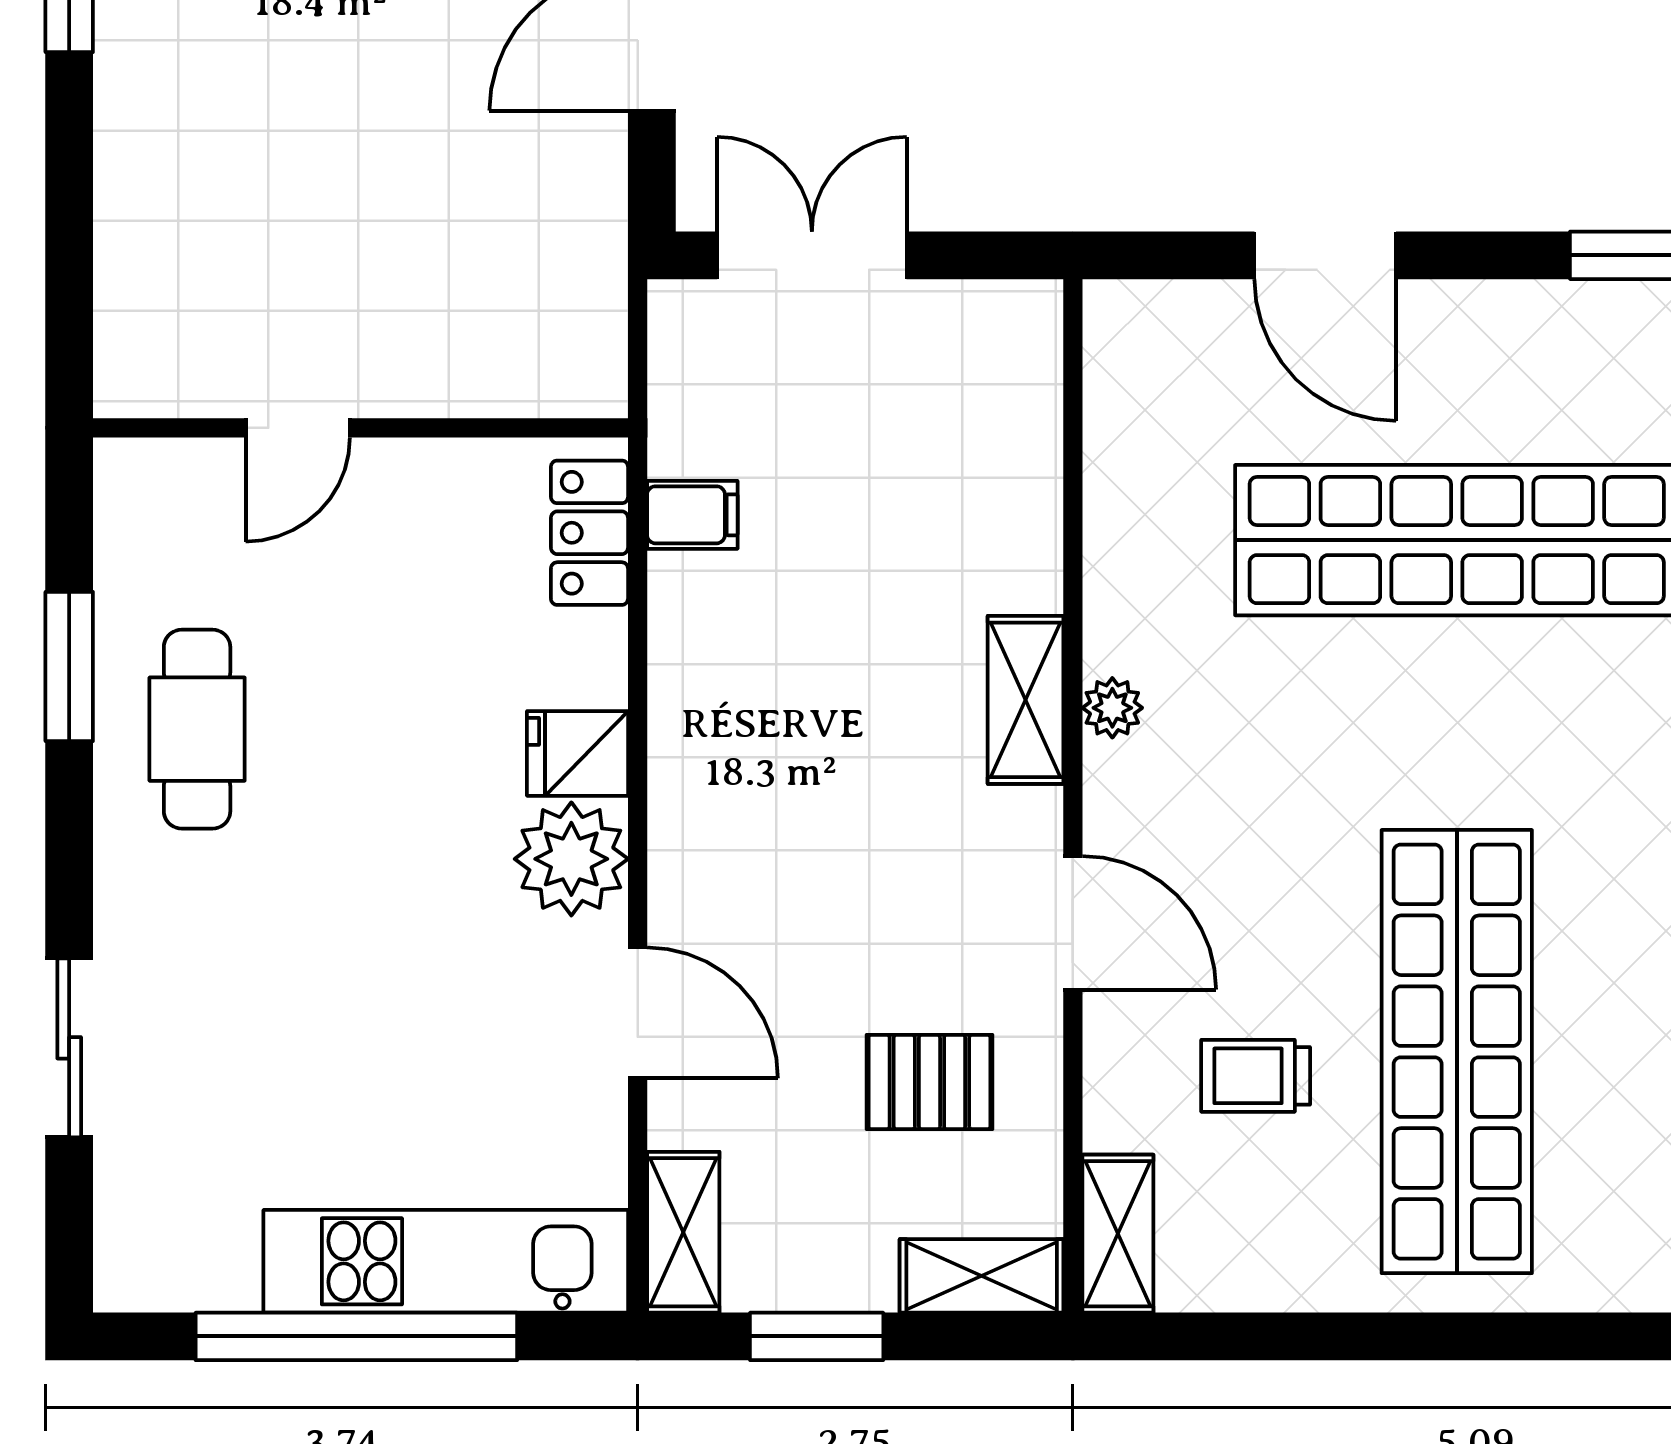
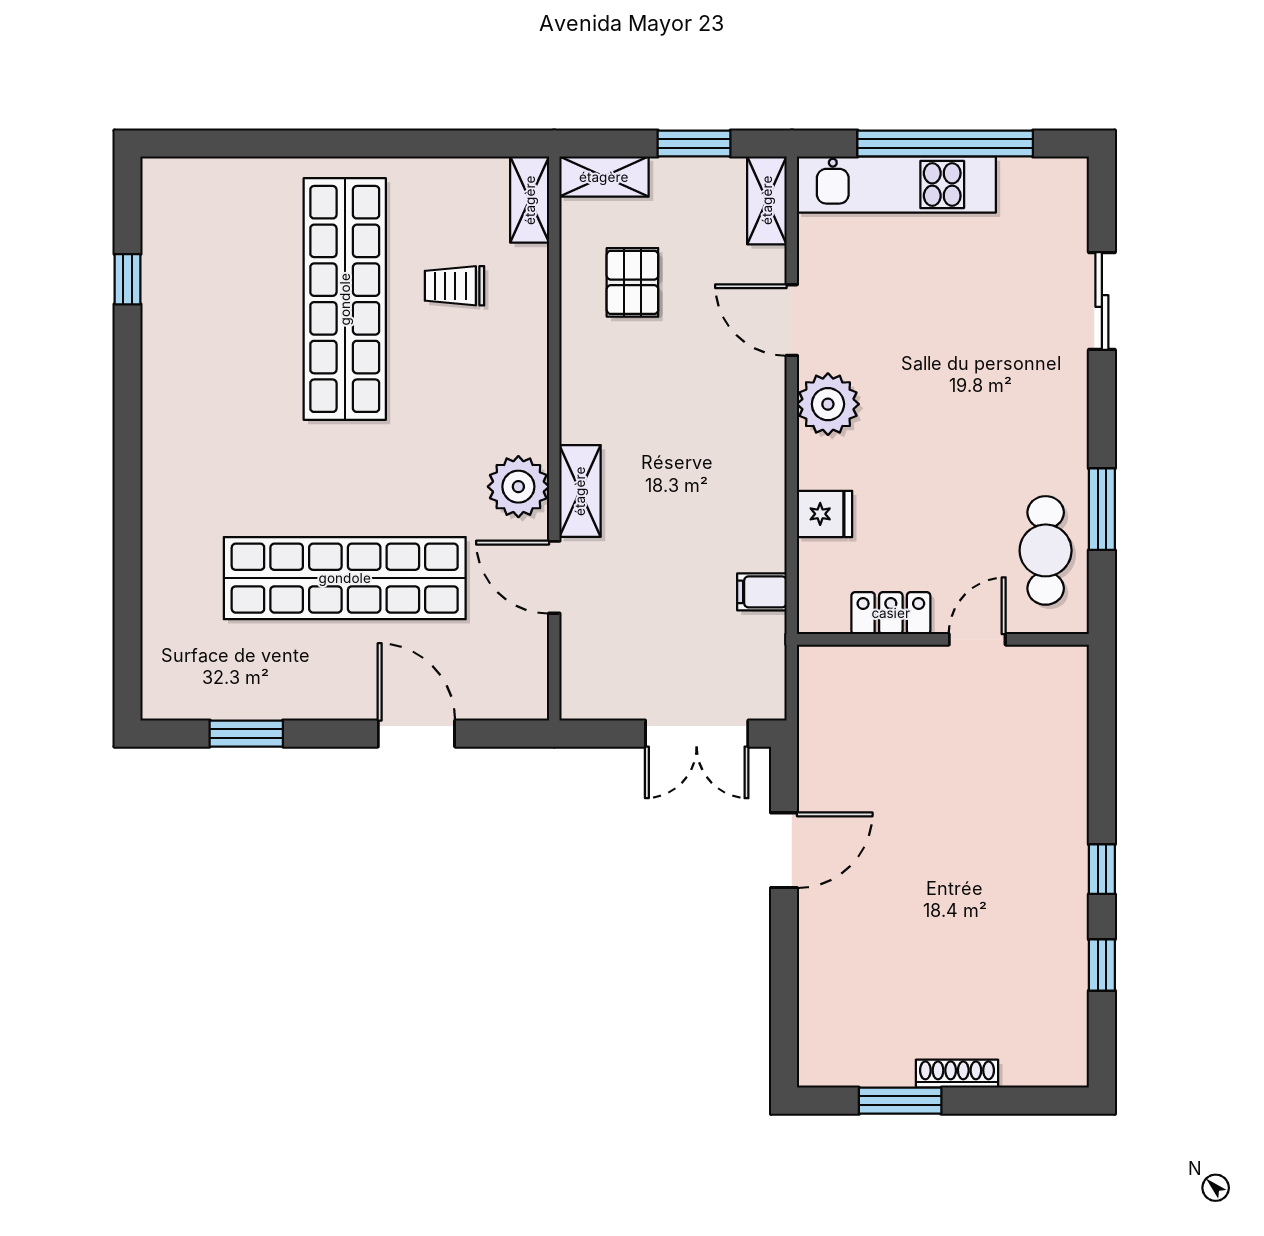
locker: (589, 533) -> (891, 613), moved, turned -90
plant: (1112, 708) -> (518, 487), width x1.87, depth x1.87
cafe table: (197, 729) -> (1046, 550), moved
fridge: (577, 753) -> (825, 514), moved
door: (1073, 923) -> (554, 577), moved
trolley: (1256, 1076) -> (454, 286), turned 180
pallet: (929, 1082) -> (632, 282), turned 90

